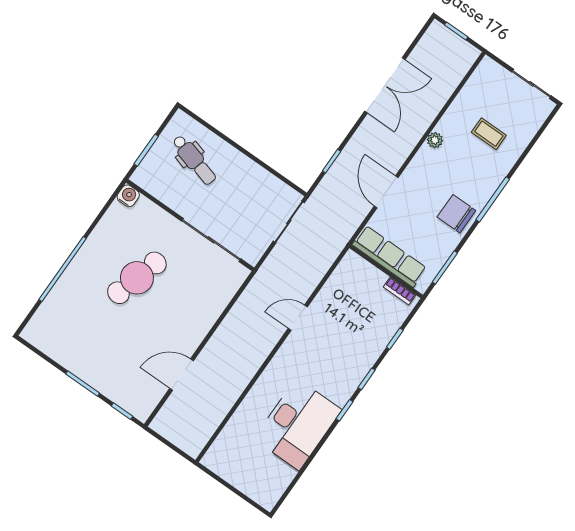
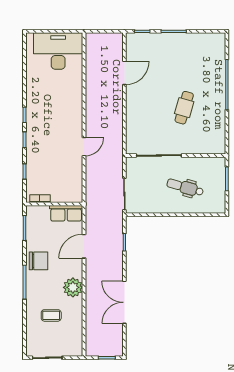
plant: (435, 140) -> (73, 287), width x1.88, depth x1.88
dental chair: (194, 160) -> (185, 187), moved
door: (386, 192) -> (84, 246), swing flipped
water cooler: (128, 196) -> (219, 148), removed
row of seats: (389, 256) -> (66, 213), width x0.68
cafe table: (137, 278) -> (184, 108), width x0.73, depth x0.74
desk: (298, 424) -> (58, 51), moved, turned 90

